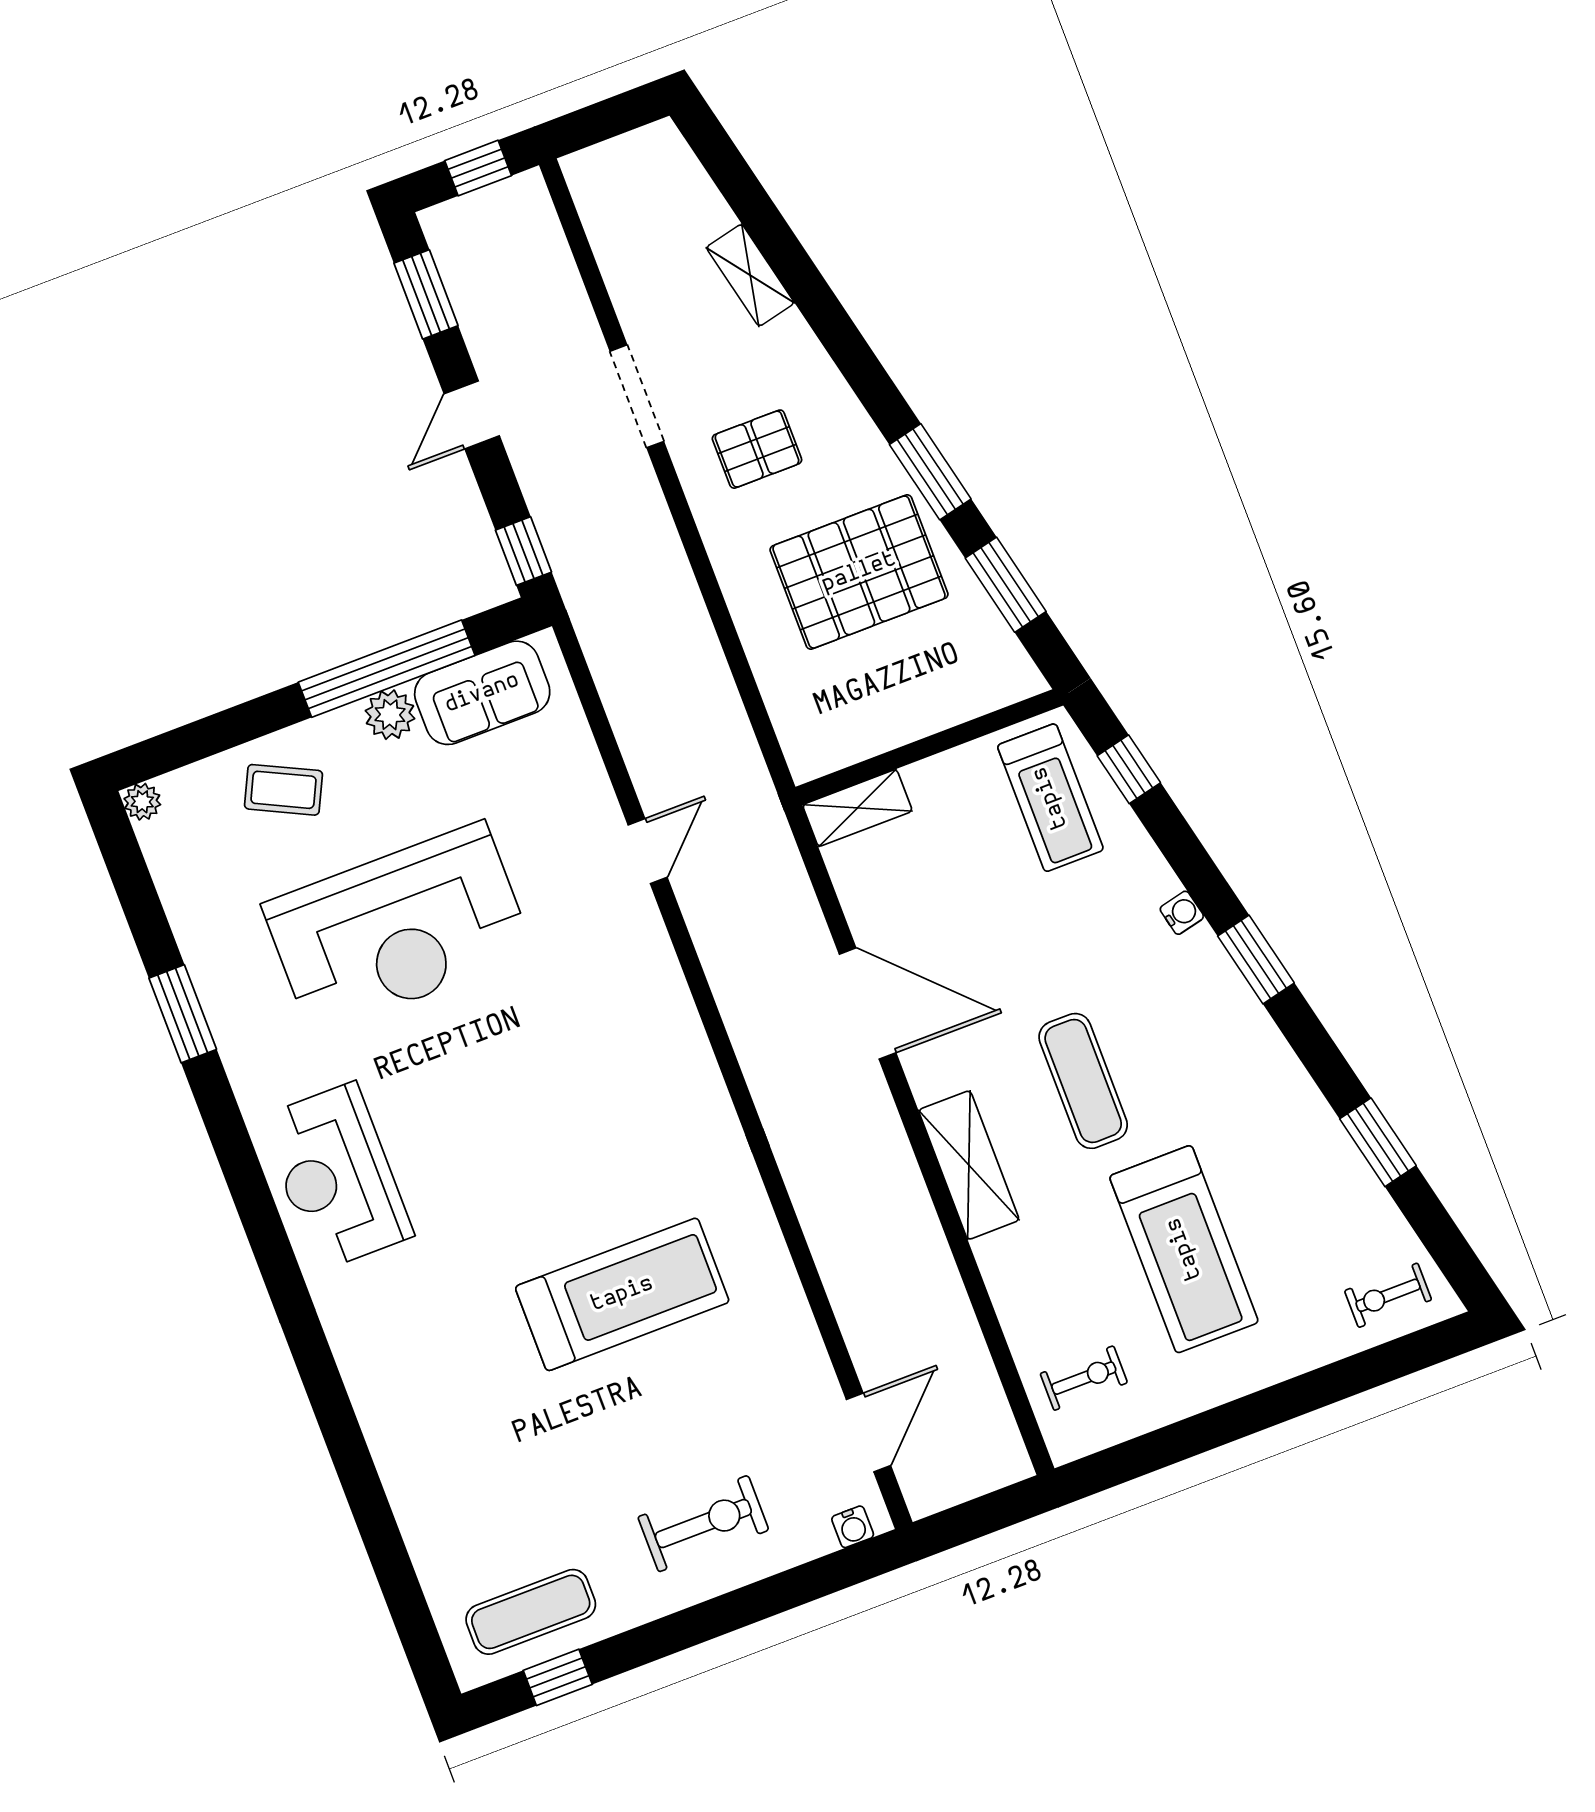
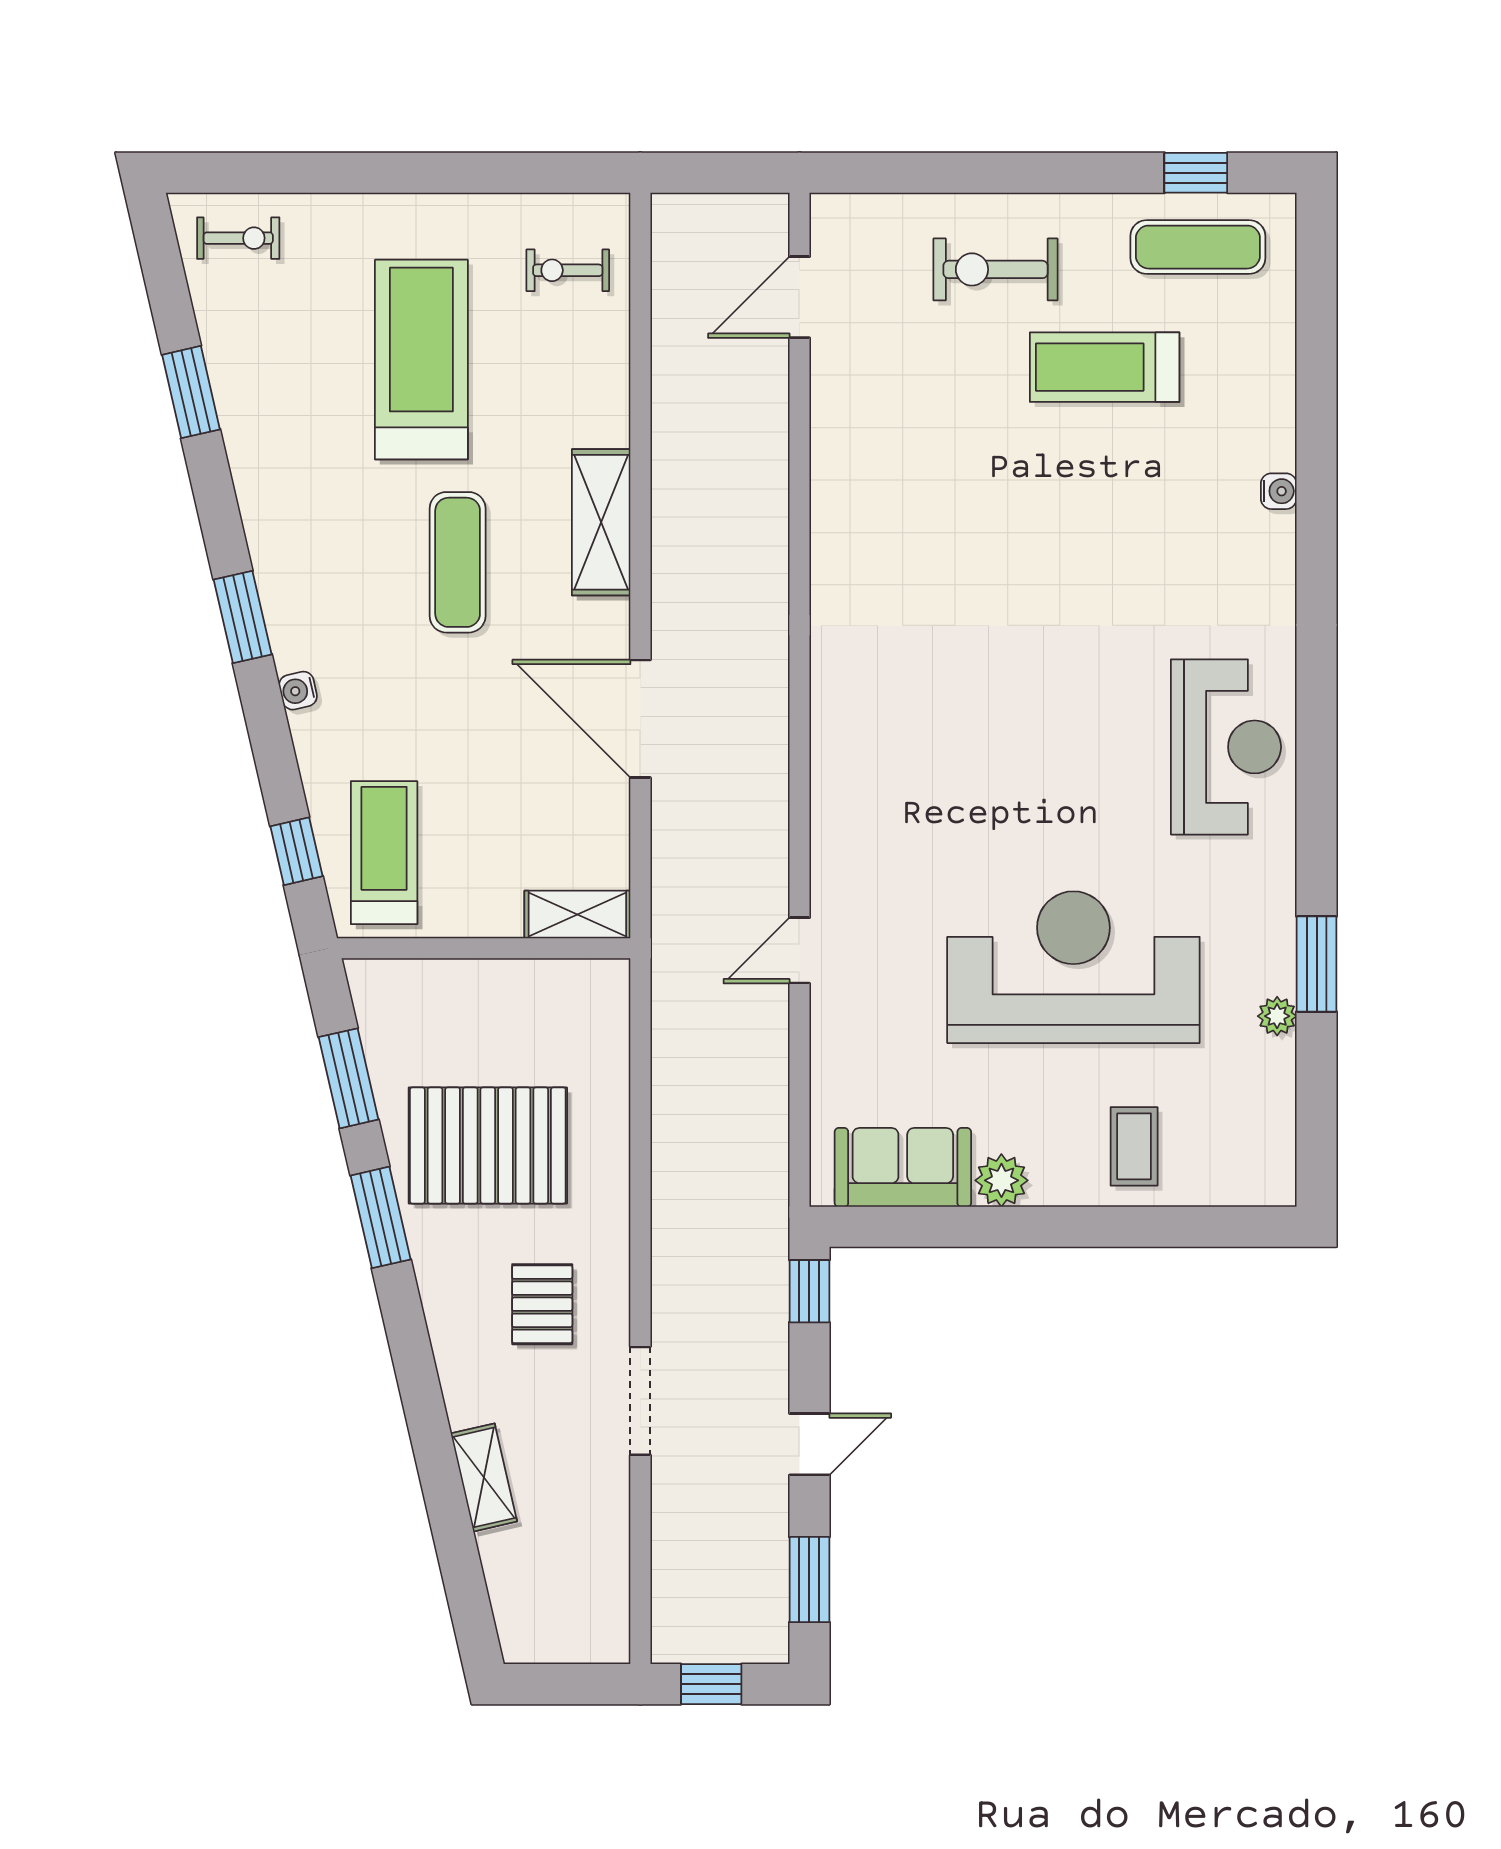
pallet: (757, 449) -> (542, 1304), turned 90
window: (387, 669) -> (988, 1227), removed
coffee table: (283, 790) -> (1134, 1146), turned 64
plant: (142, 802) -> (1277, 1016), moved
treadmill: (622, 1294) -> (1105, 367), moved, width x0.73, depth x0.73
water cooler: (853, 1527) -> (1279, 491), moved, turned 90

